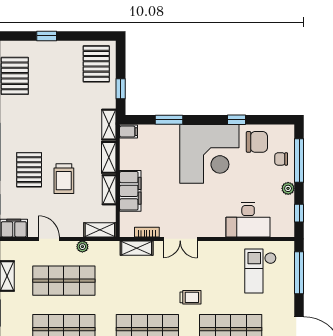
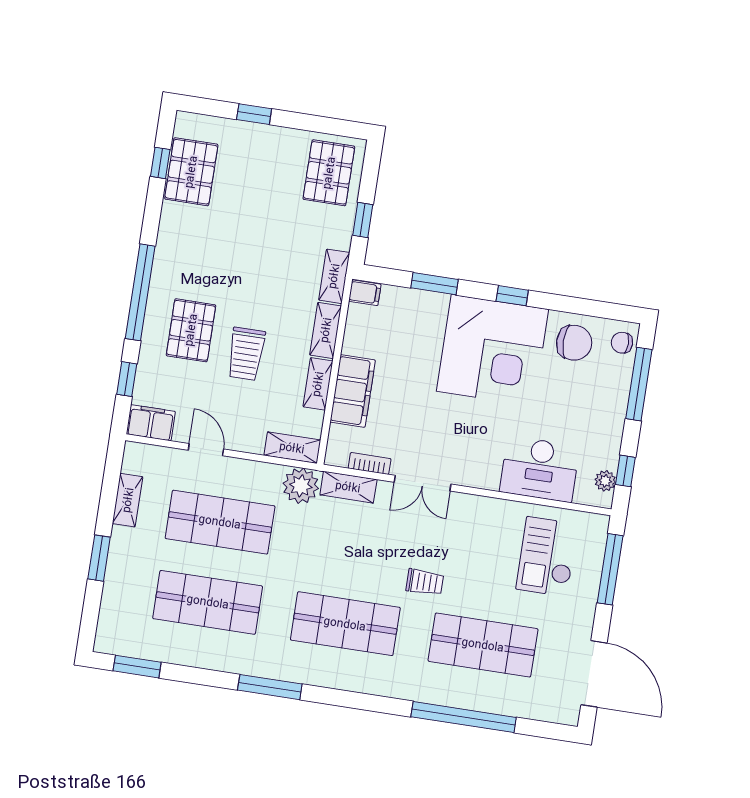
window: (237, 120) -> (512, 296), moved
chair: (281, 159) -> (622, 343), moved
plant: (288, 188) -> (605, 481), moved
plant: (82, 247) -> (301, 486), moved, width x1.87, depth x1.87

